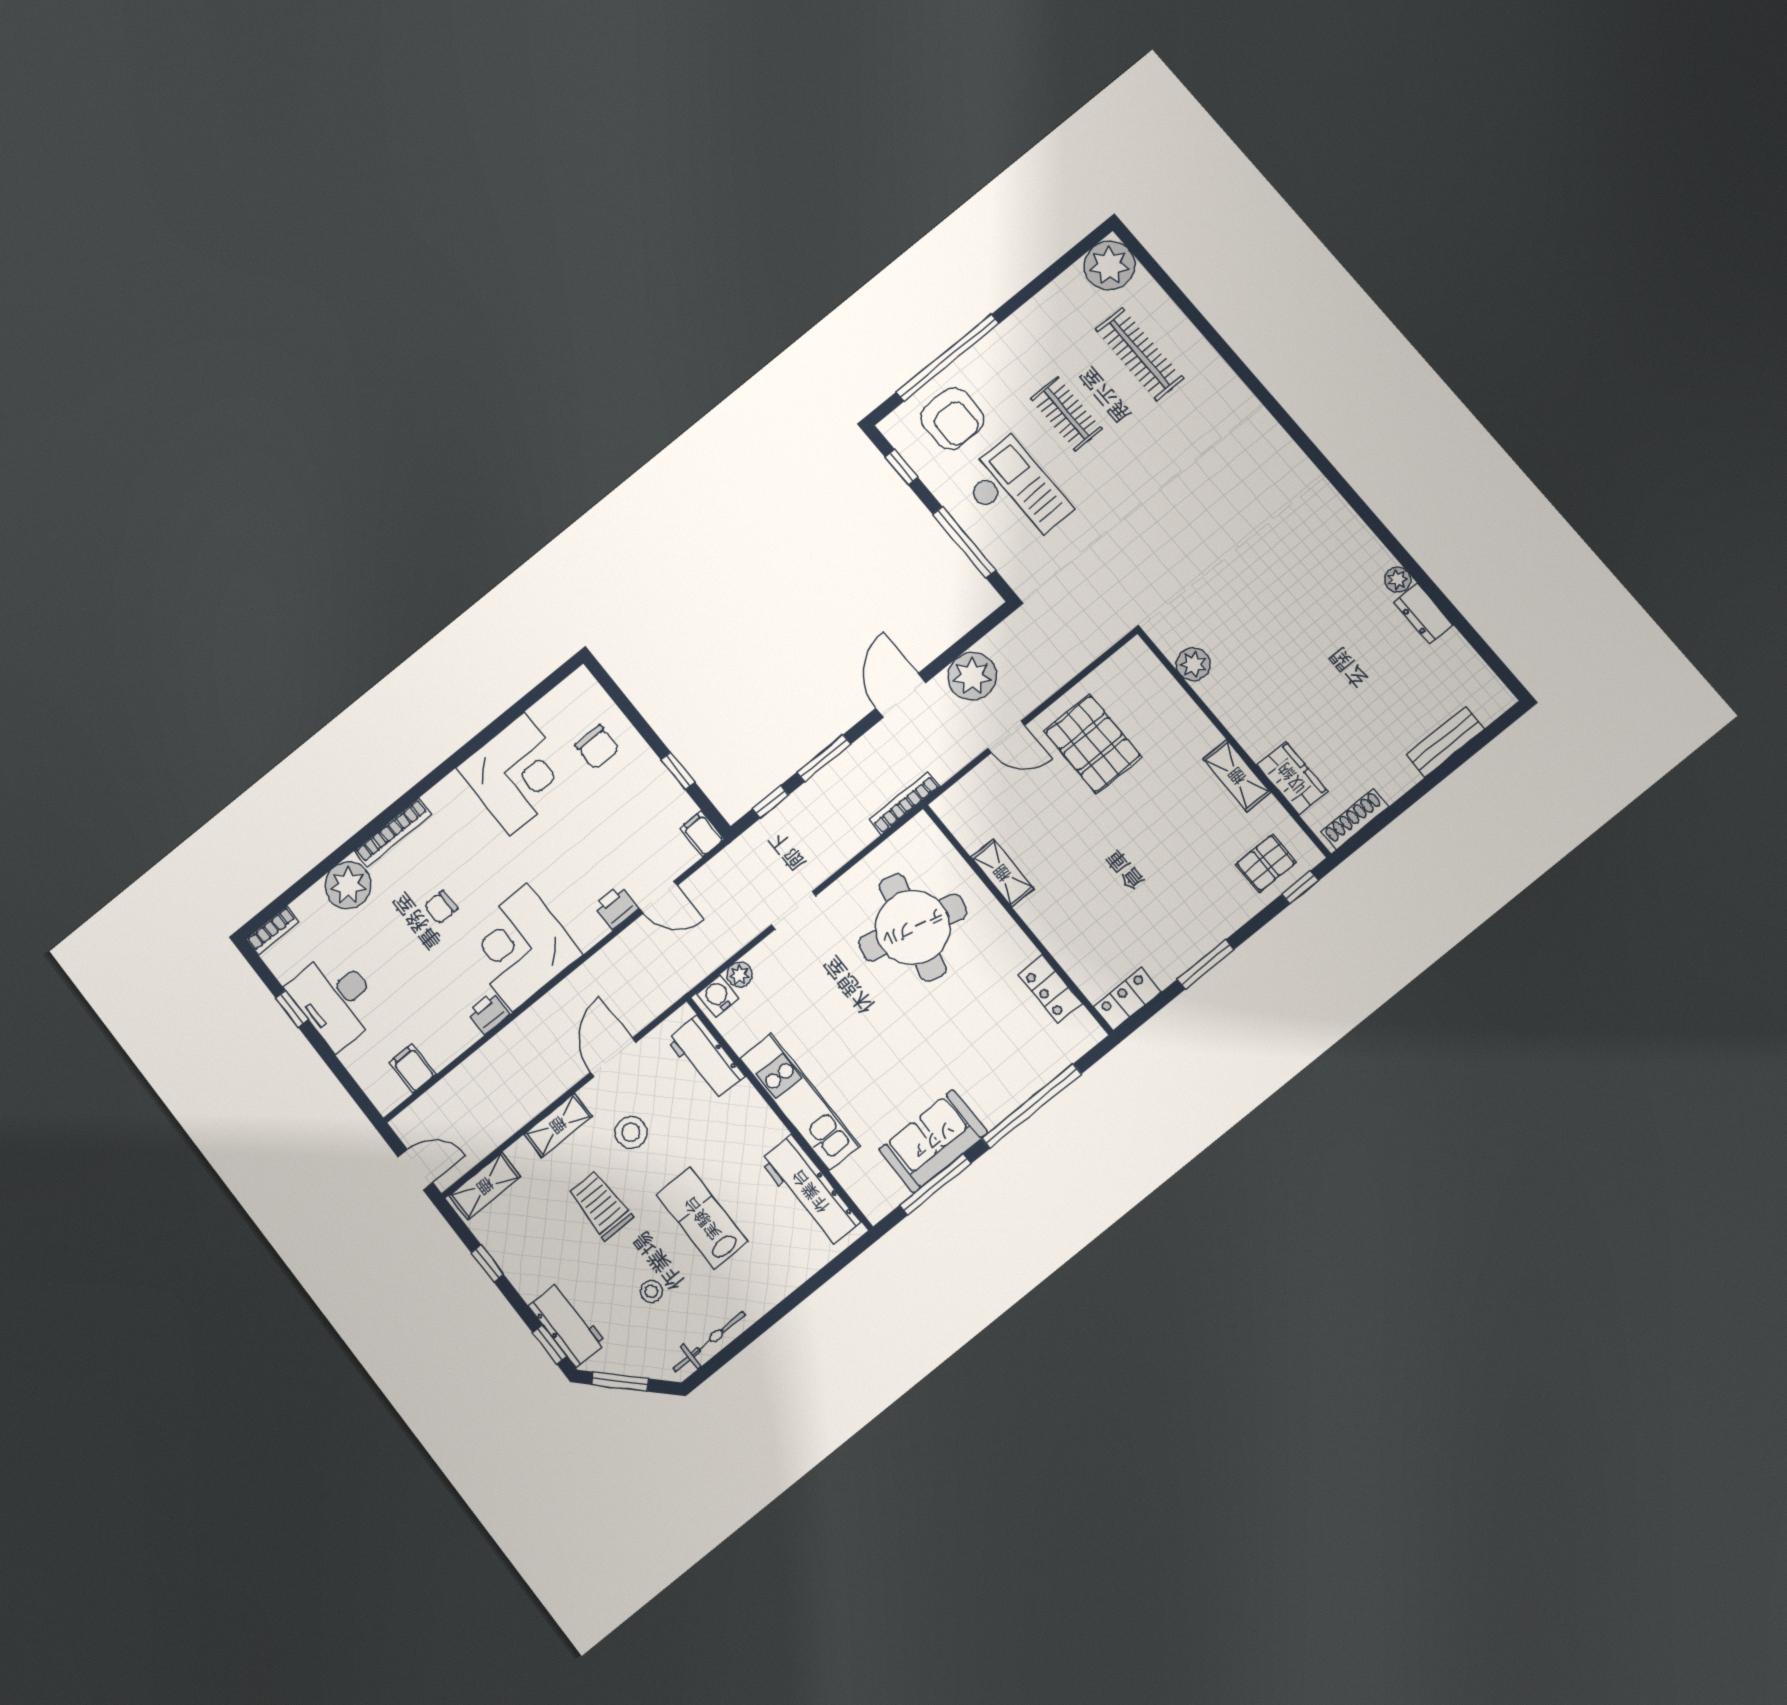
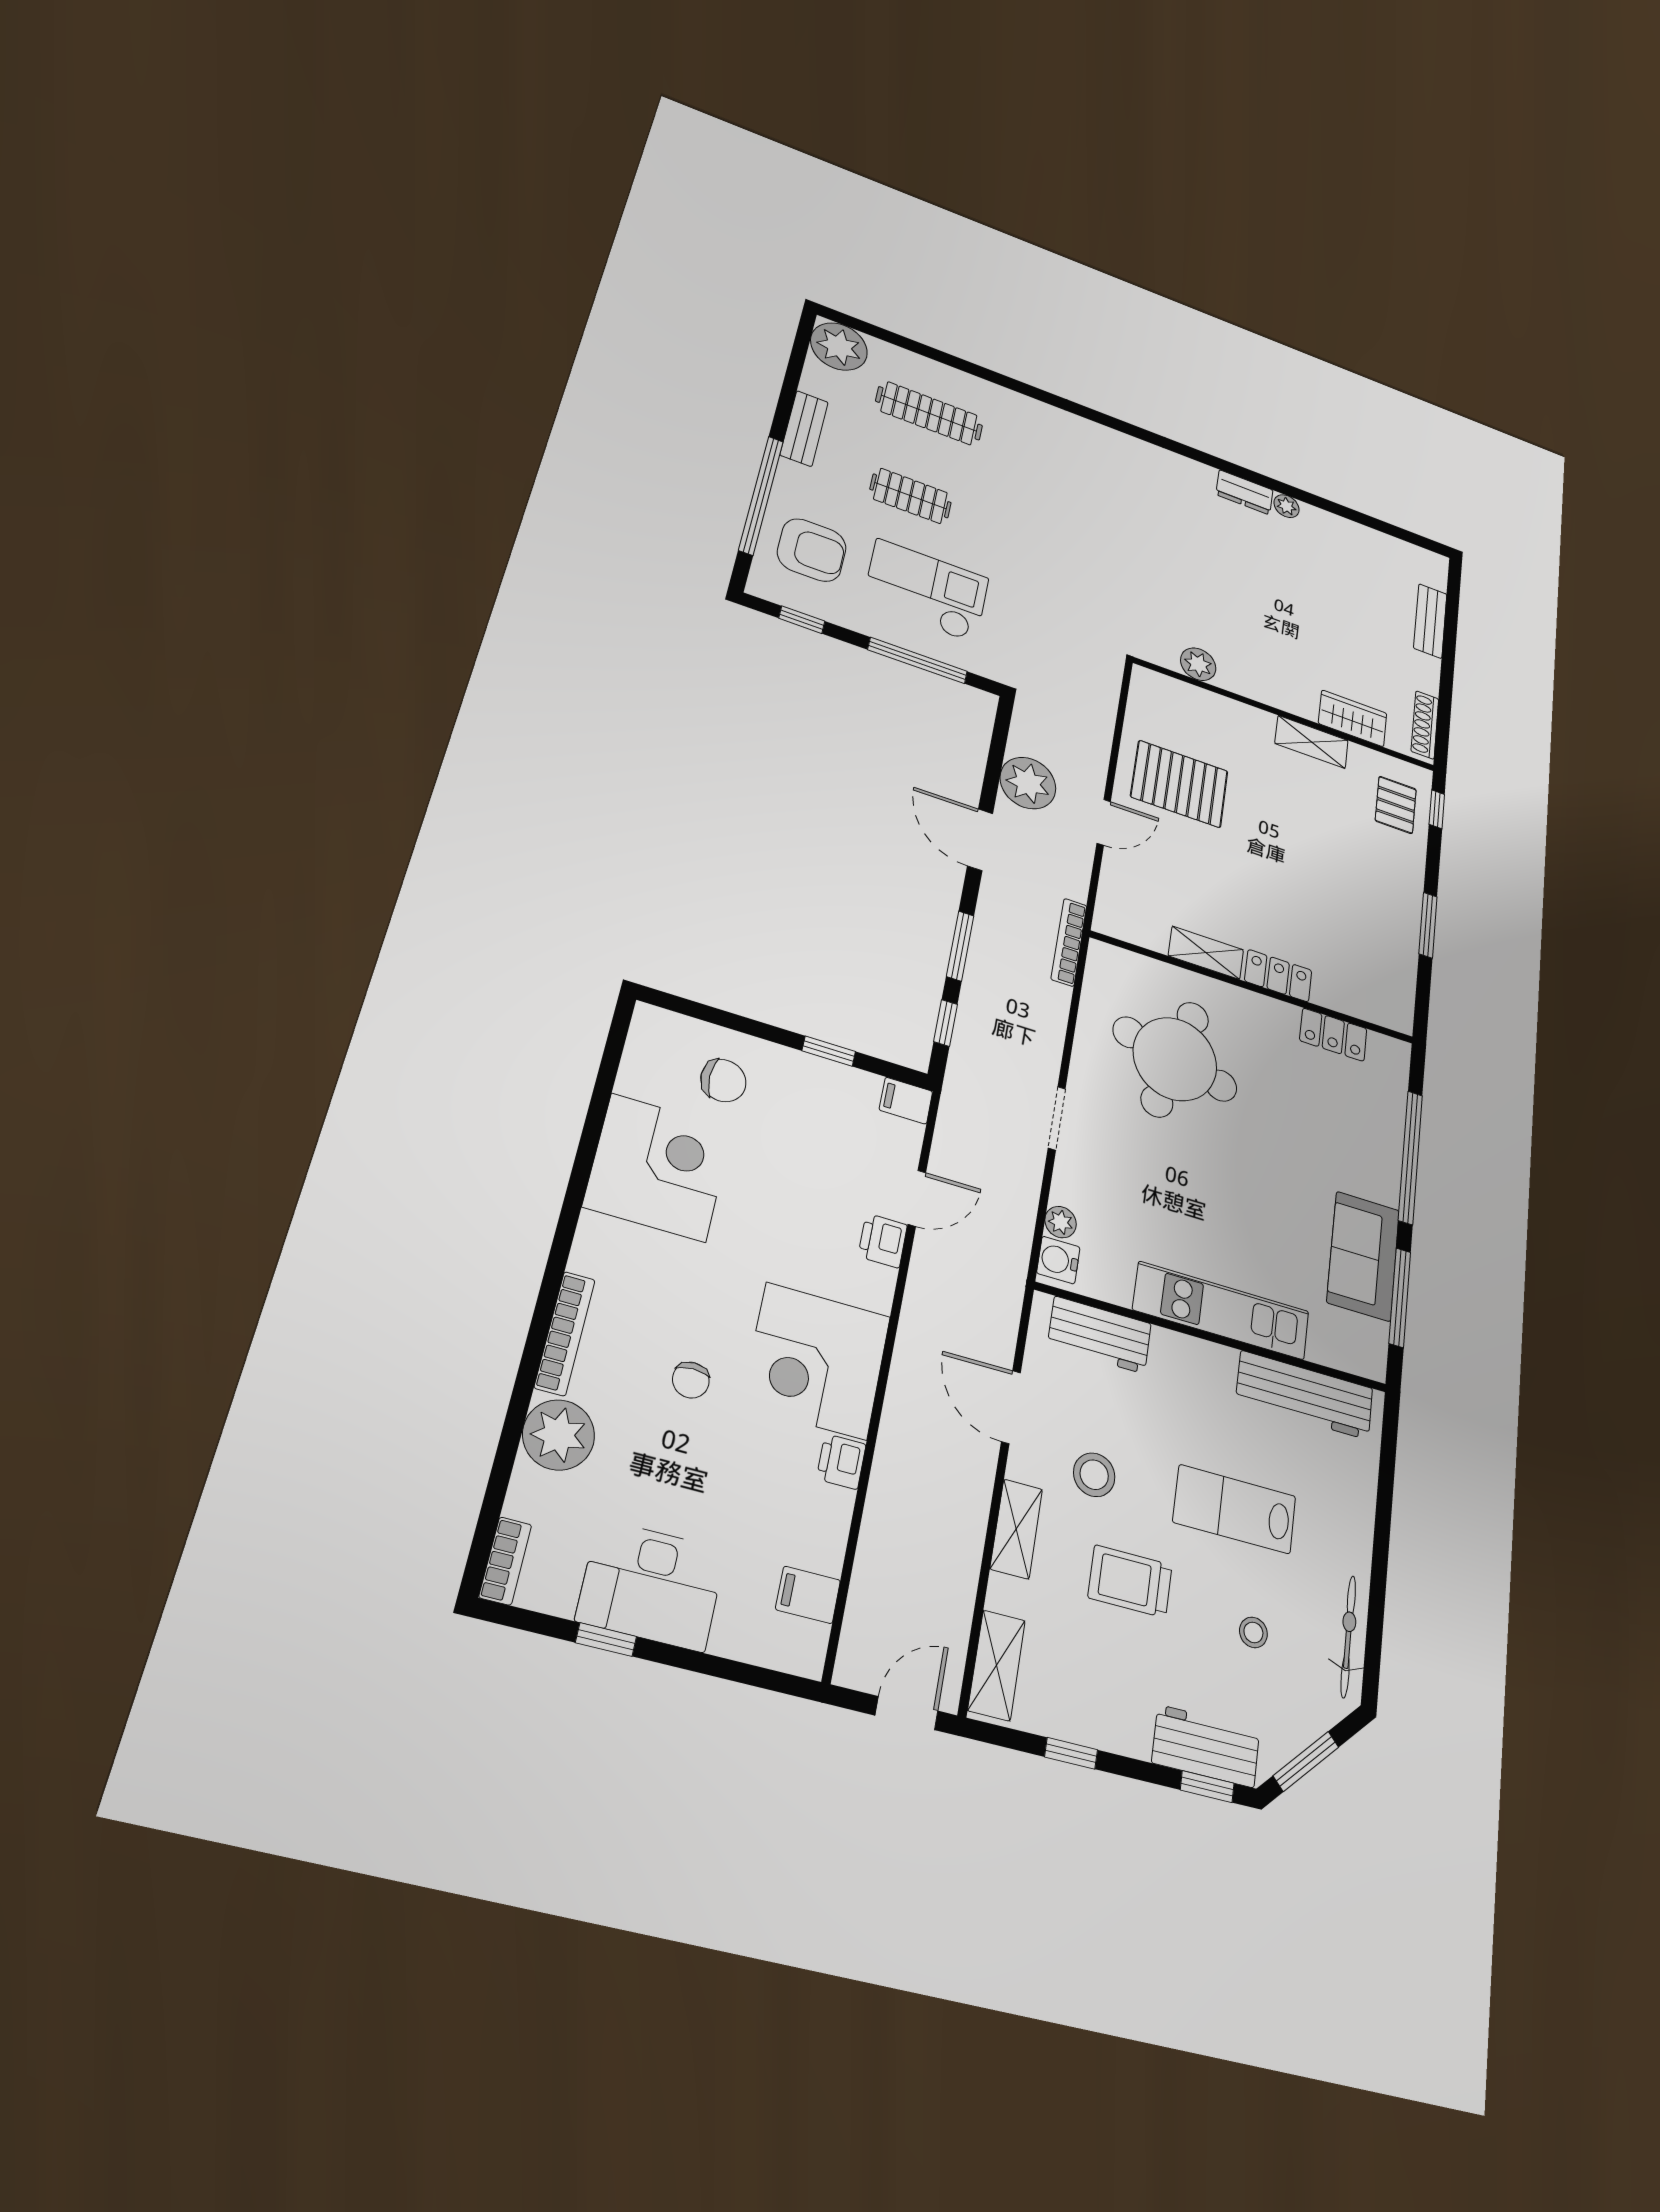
bench: (1025, 320) -> (804, 429), added
dresser: (1423, 614) -> (1245, 492), moved
locker: (1127, 999) -> (1278, 976), moved, turned 90

